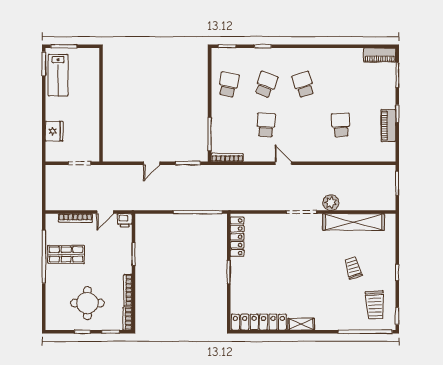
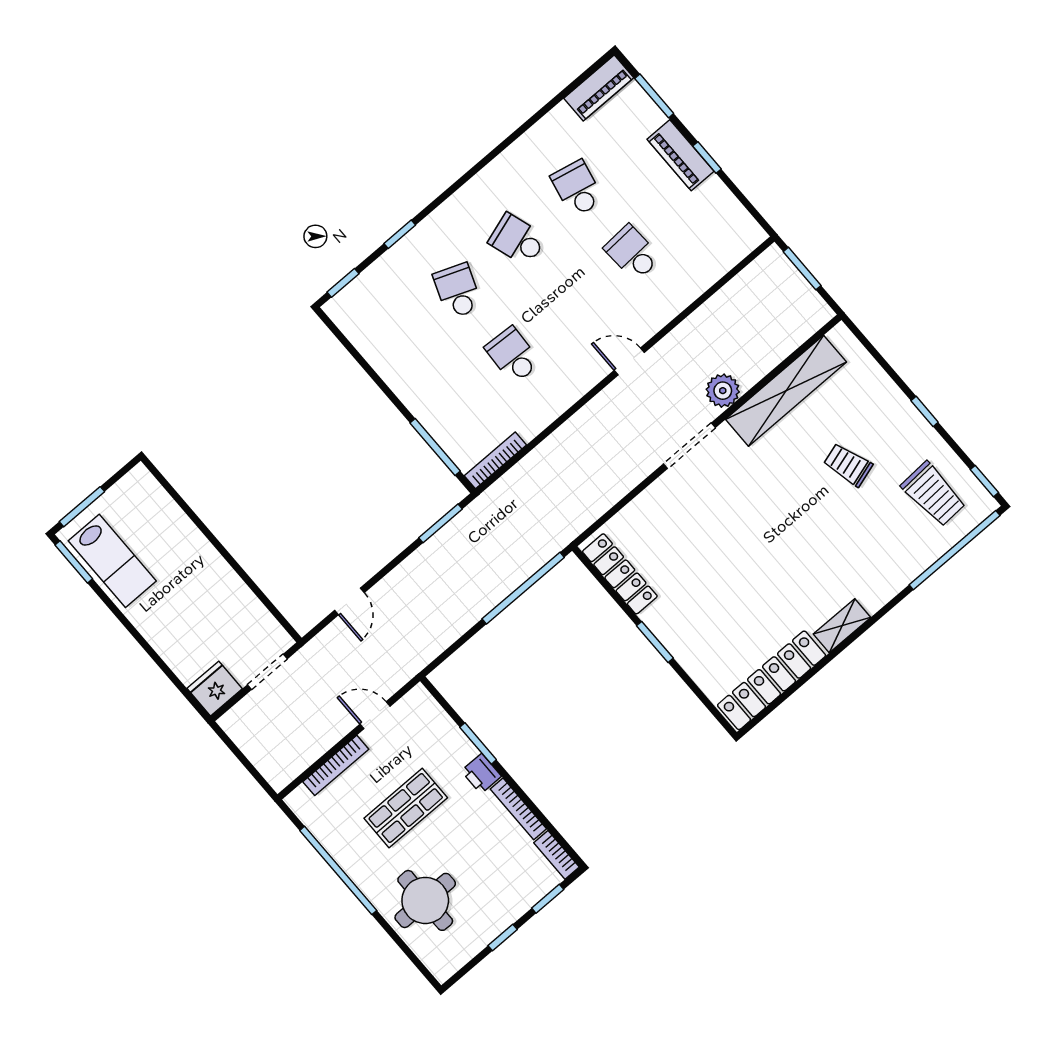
school desk: (229, 85) -> (577, 188), moved
piano: (388, 126) -> (681, 155), moved
fridge: (54, 131) -> (215, 689), moved, turned -90
door: (152, 163) -> (349, 601), moved
door: (283, 163) -> (629, 362), moved
door: (105, 212) -> (375, 715), swing flipped
printer: (125, 220) -> (481, 774), moved, turned 90
shop shelf: (66, 254) -> (406, 808), moved
round table: (87, 303) -> (425, 900), moved

